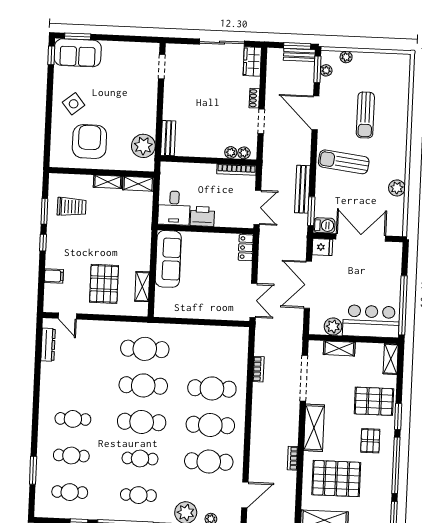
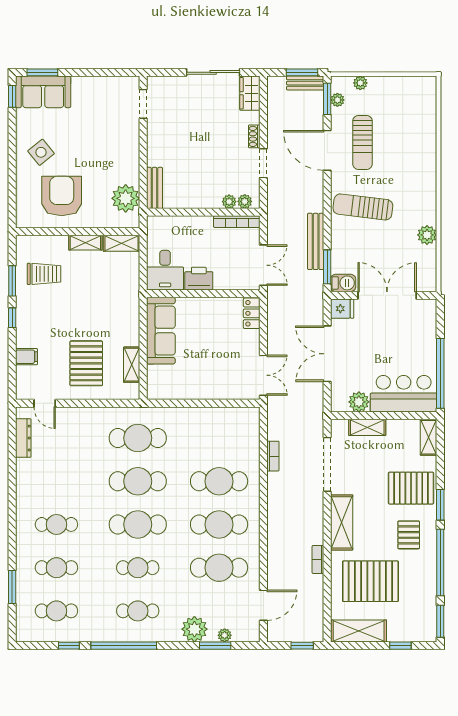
sun lounger: (365, 115) -> (363, 142), moved

